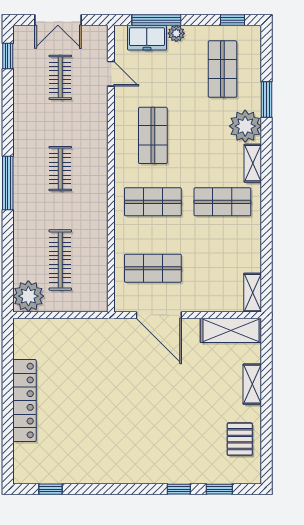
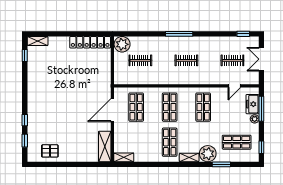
shop shelf: (153, 135) -> (203, 107), turned 90
clothes rail: (60, 260) -> (140, 60), width x0.73
shelving: (252, 384) -> (38, 41), moved
locker: (24, 401) -> (90, 42), moved

